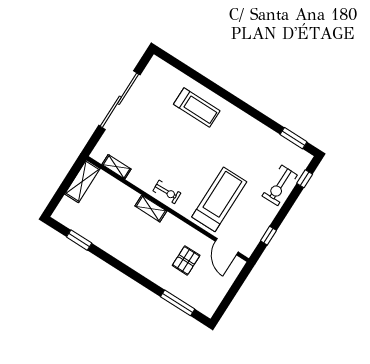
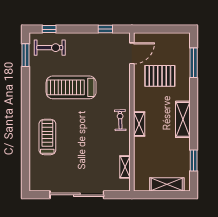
shelving: (82, 181) -> (167, 184), moved
exercise bike: (280, 185) -> (50, 48), moved
treadmill: (219, 199) -> (71, 87), moved
shelving: (127, 256) -> (183, 119), added
pallet: (186, 260) -> (160, 76), width x1.50, depth x1.42

